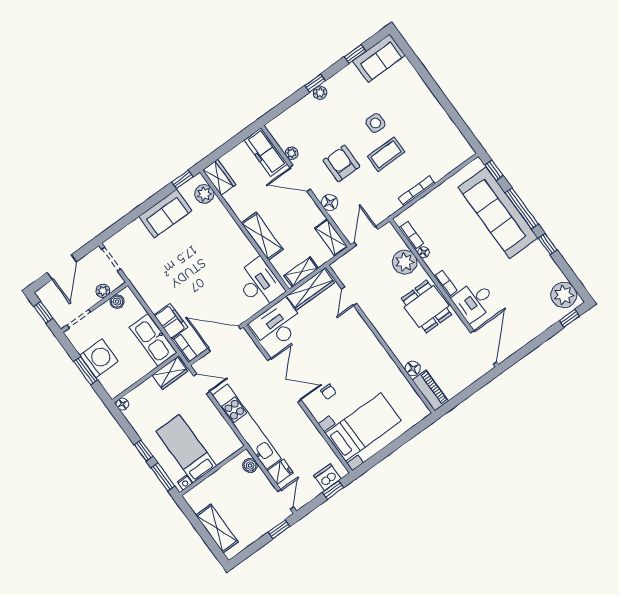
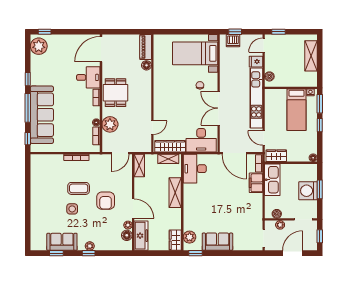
sofa: (379, 58) -> (62, 242), moved
floor lamp: (330, 203) -> (127, 235), moved

